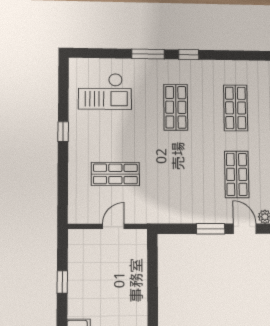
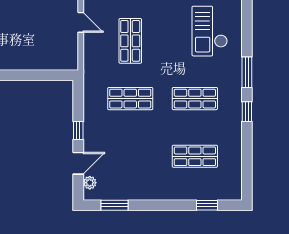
shop shelf: (237, 174) -> (130, 99), moved
door: (113, 226) -> (81, 22), moved
window: (211, 229) -> (78, 130), width x0.67

